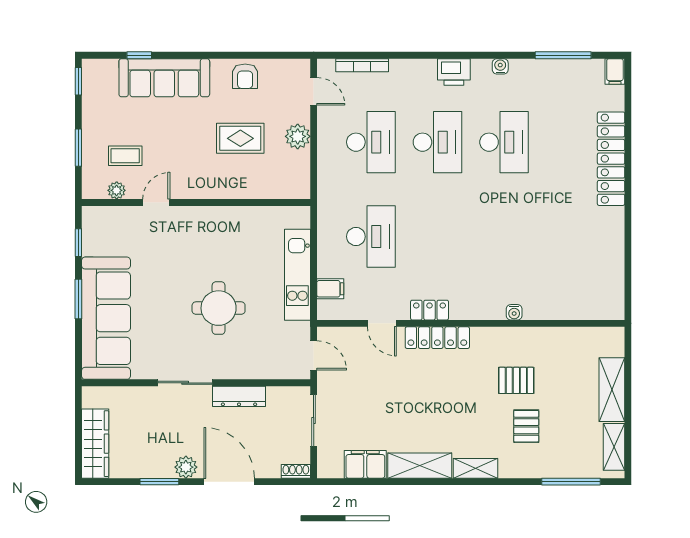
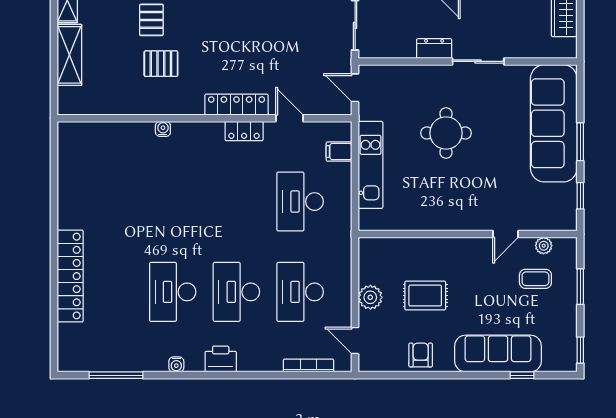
filing cabinet: (615, 71) -> (66, 360), removed
dresser: (239, 396) -> (434, 48), width x0.70

